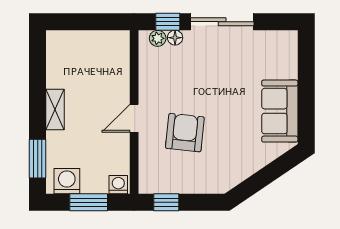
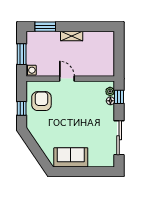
sliding door: (222, 22) -> (119, 138), moved
armchair: (185, 133) -> (41, 101), moved, turned -96
washing machine: (67, 181) -> (33, 42), removed
window: (166, 202) -> (22, 108), moved

